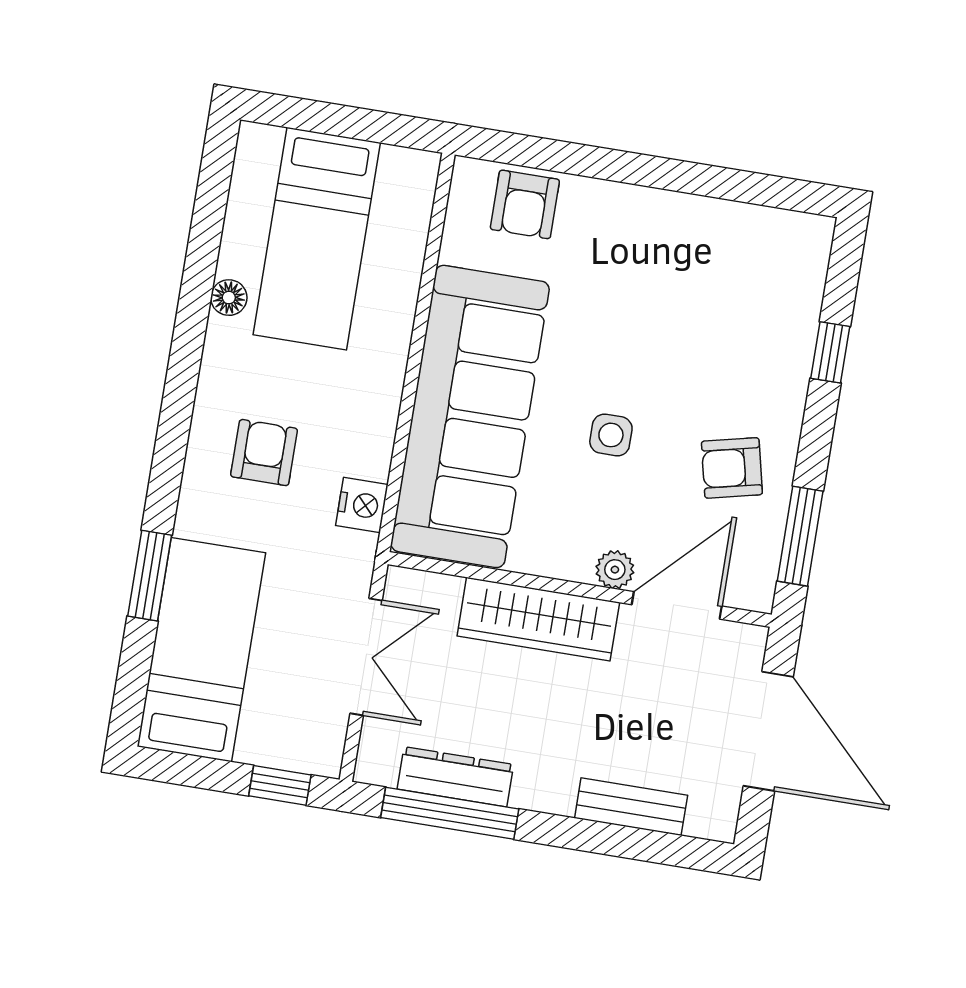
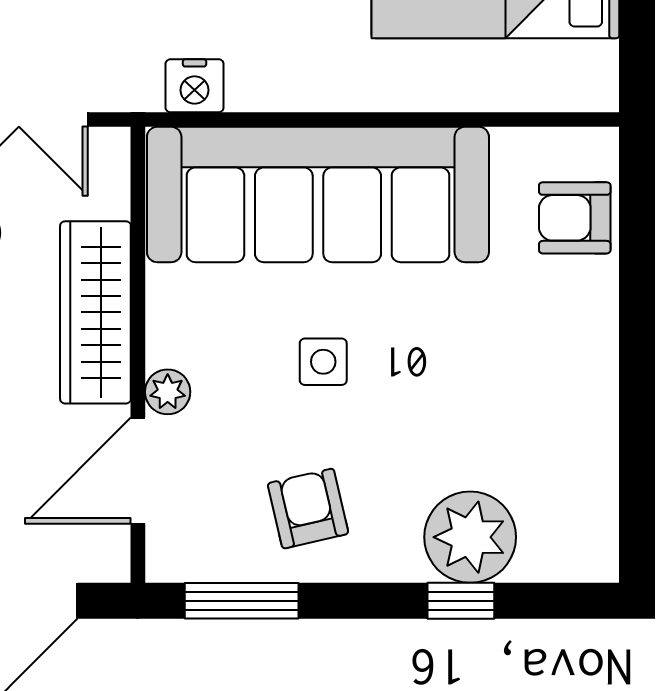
plant: (778, 336) -> (470, 537), added
door: (677, 605) -> (138, 471), swing flipped

